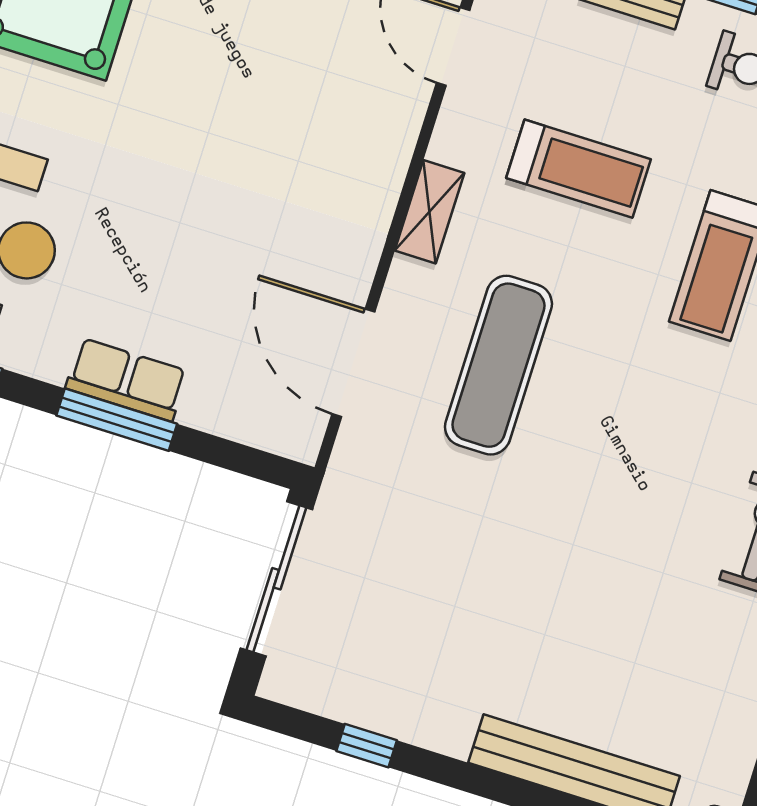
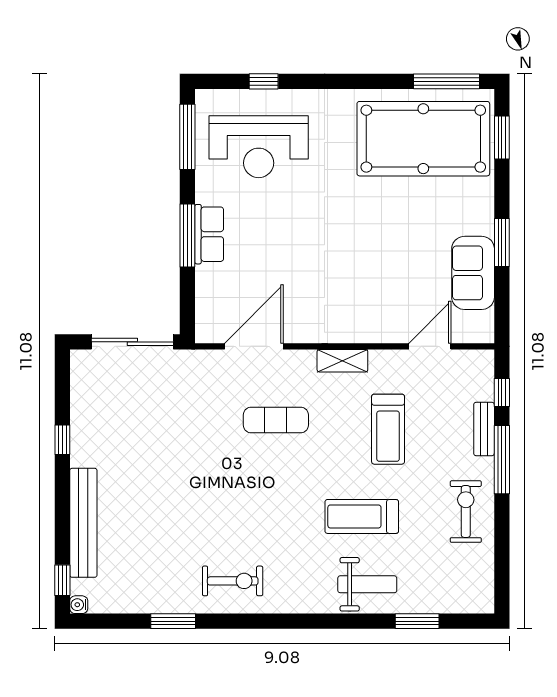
exercise mat: (498, 365) -> (276, 420), width x0.73, depth x0.69
window: (367, 746) -> (62, 440), moved

